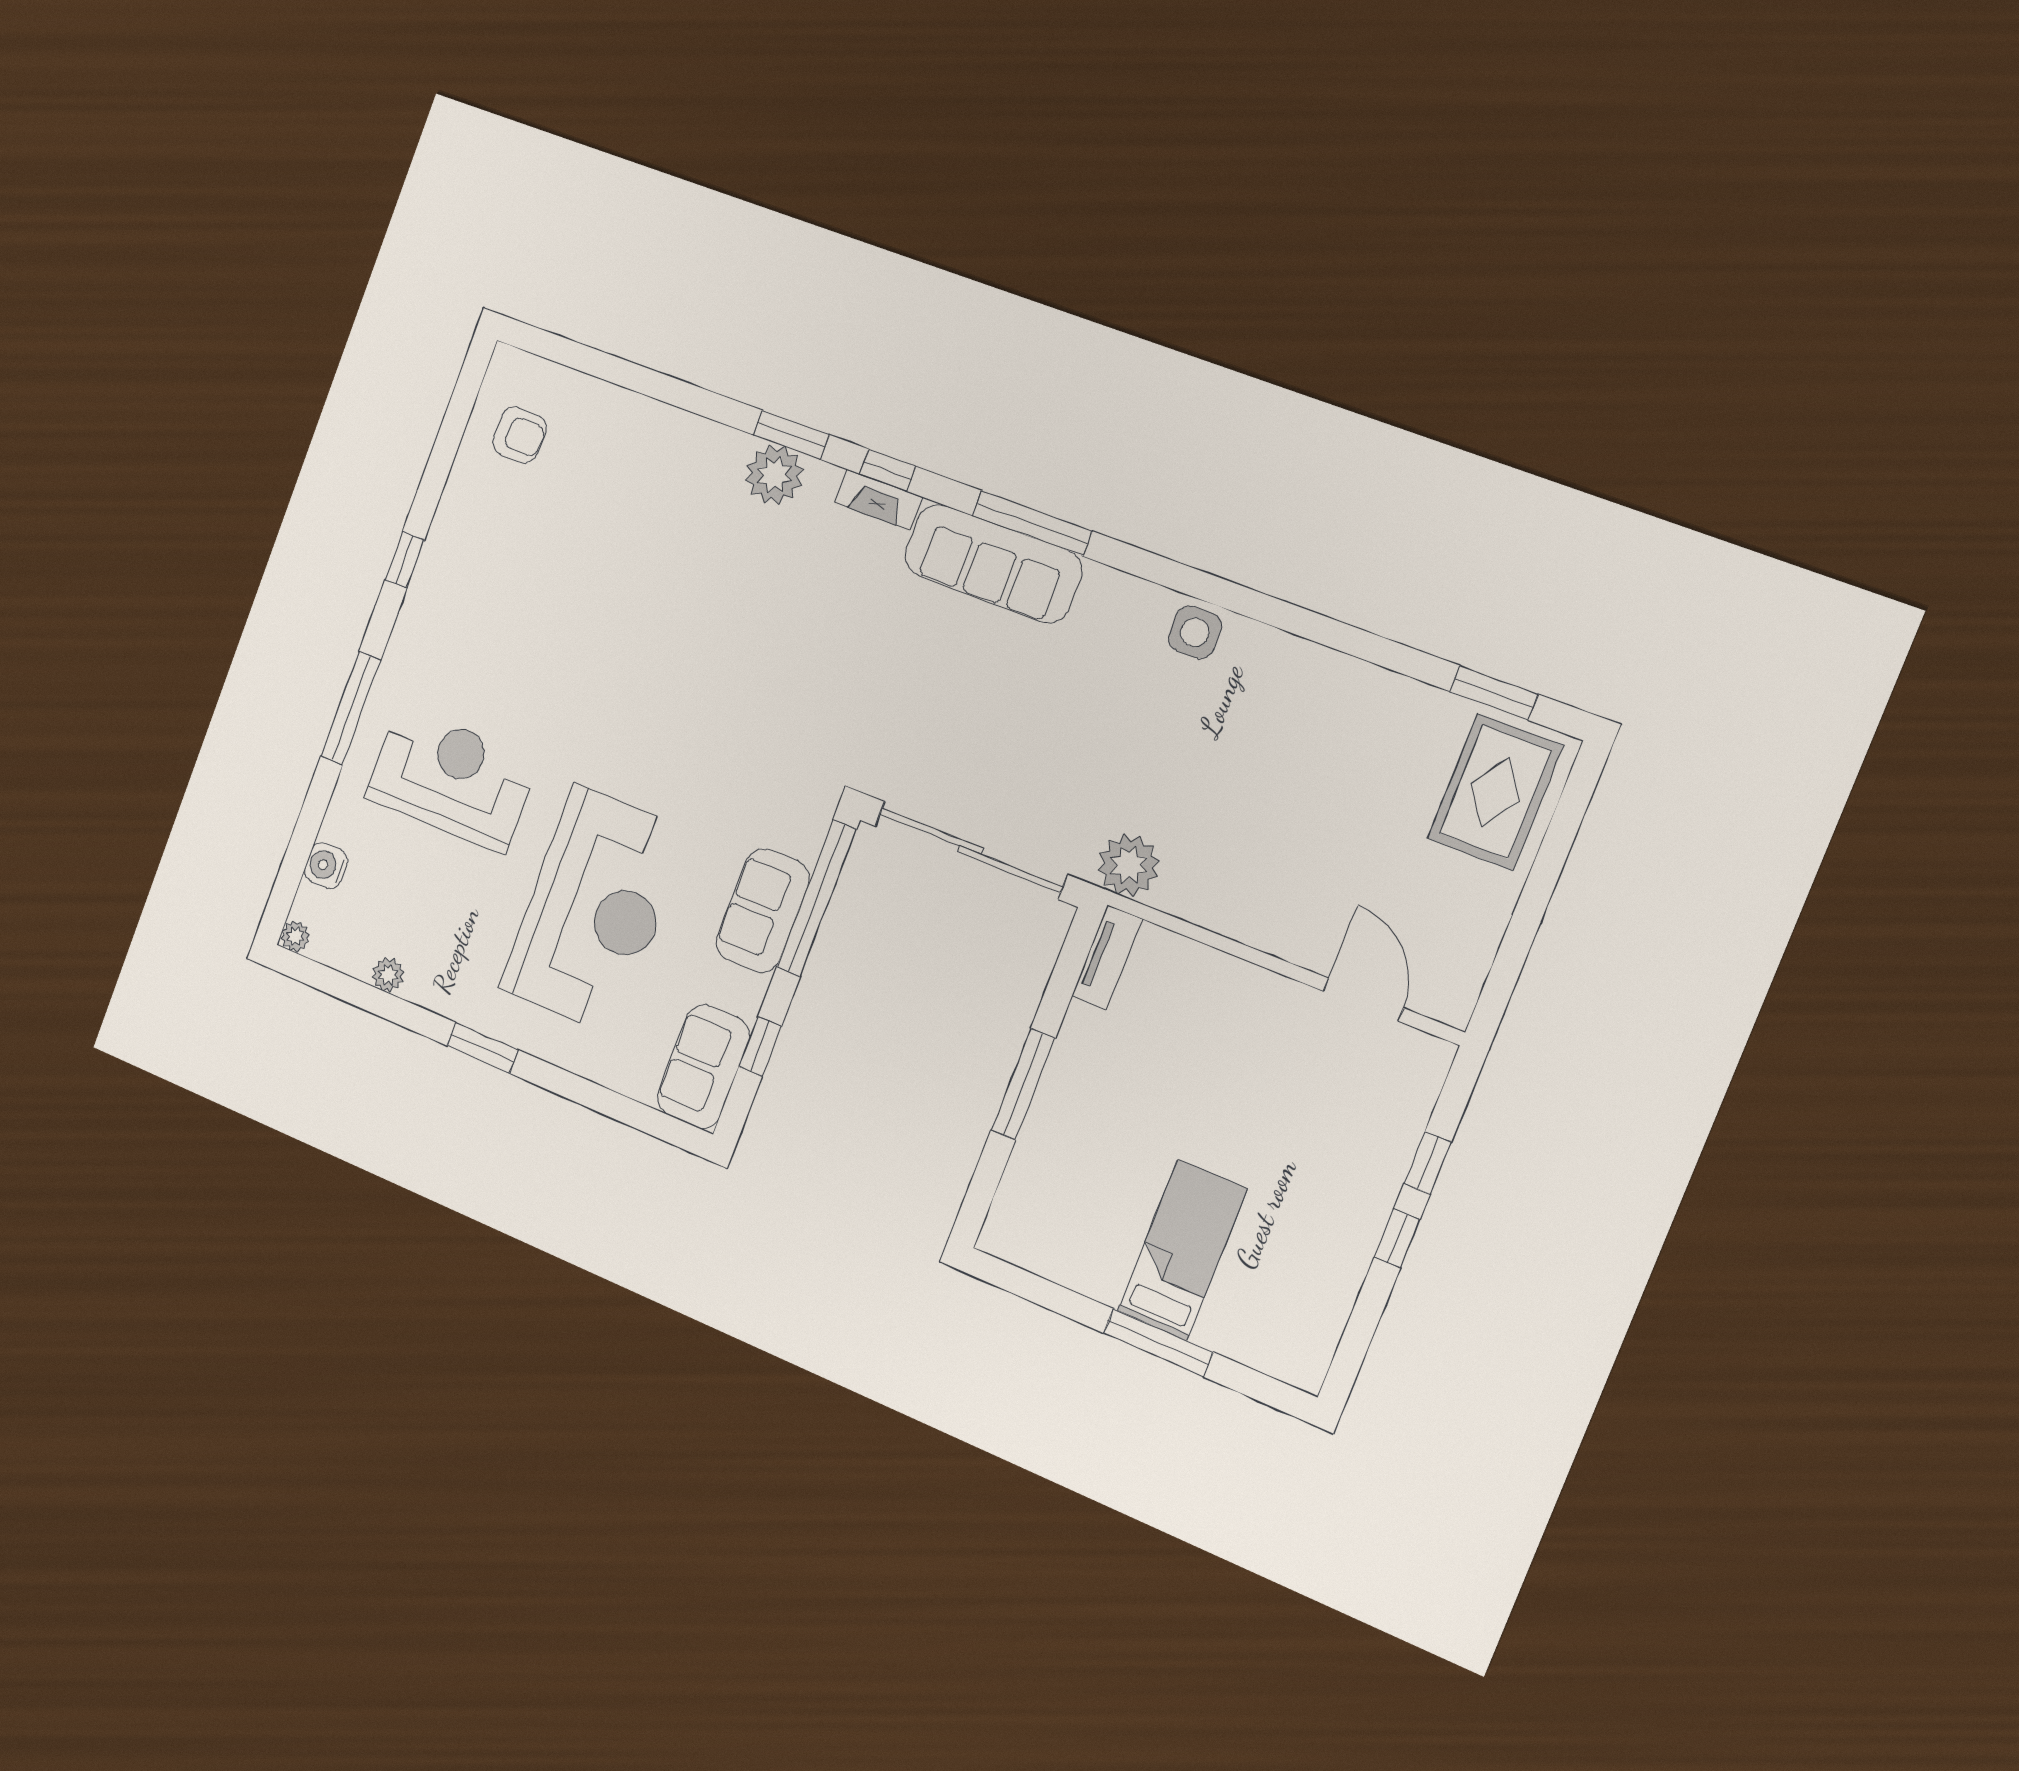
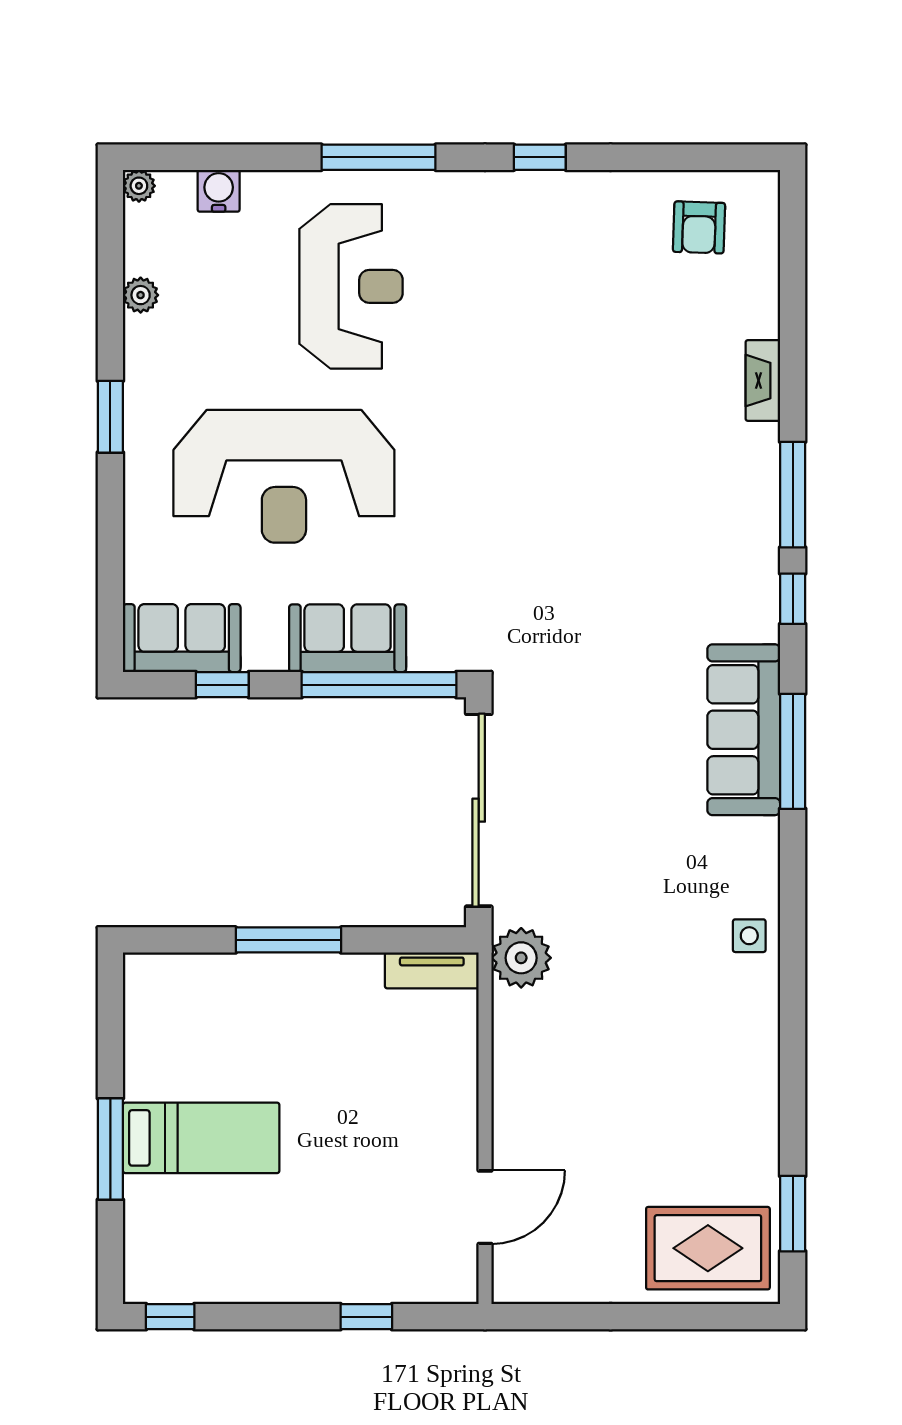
window: (791, 435) -> (793, 495), width x1.44
plant: (774, 475) -> (750, 493), removed
fireplace: (879, 500) -> (763, 381), moved
side table: (1195, 632) -> (749, 936), width x0.73, depth x0.73
window: (1397, 1238) -> (170, 1317), moved

